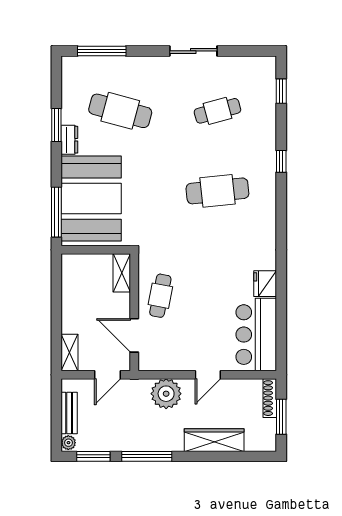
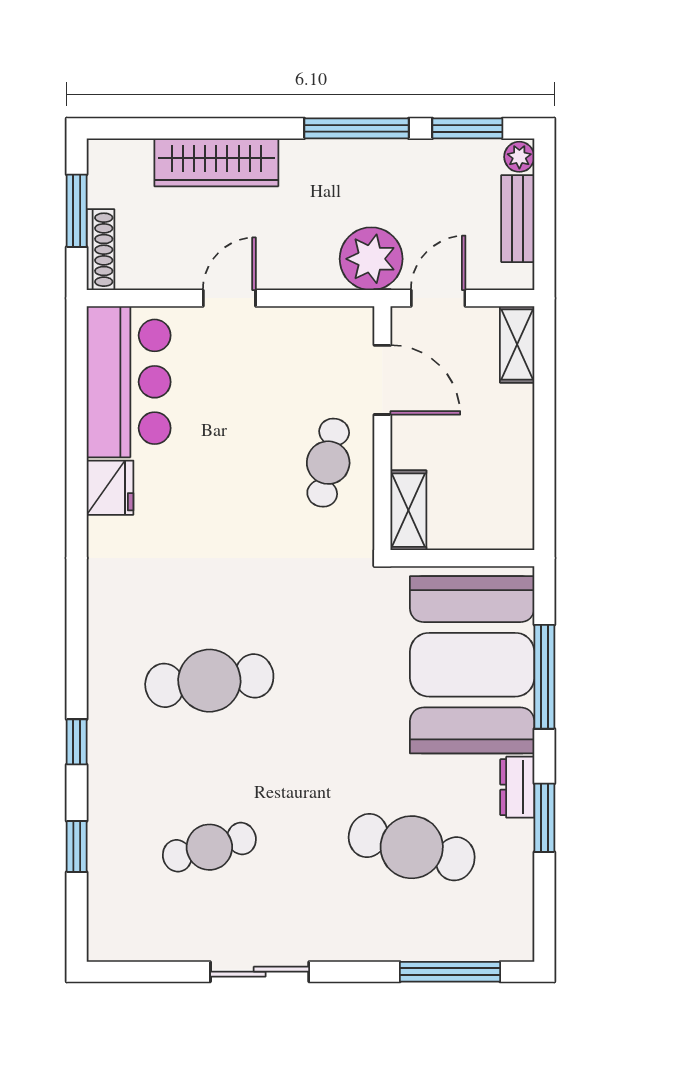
window: (281, 91) -> (77, 846), moved
window: (56, 212) -> (544, 677), moved
plant: (166, 394) -> (371, 259), moved

